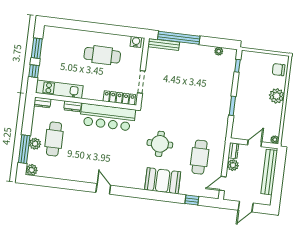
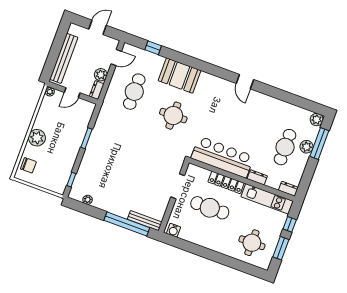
round table: (64, 47) -> (252, 243), added
cafe table: (102, 55) -> (210, 208), moved
locker: (119, 98) -> (226, 182), moved

